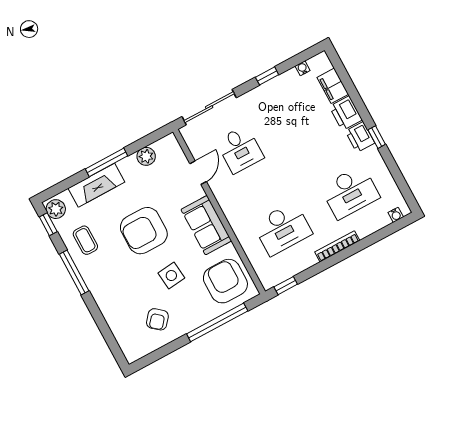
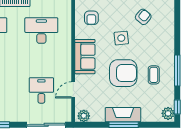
plant: (146, 156) -> (84, 116), moved
fireplace: (96, 185) -> (123, 115), moved
coffee table: (85, 240) -> (154, 75), moved
armchair: (225, 281) -> (91, 18), width x0.53, depth x0.53

